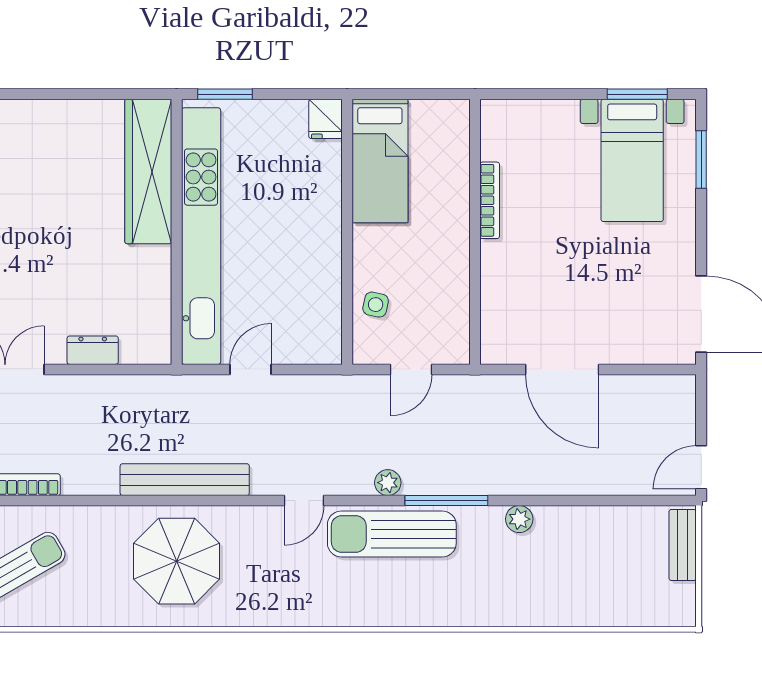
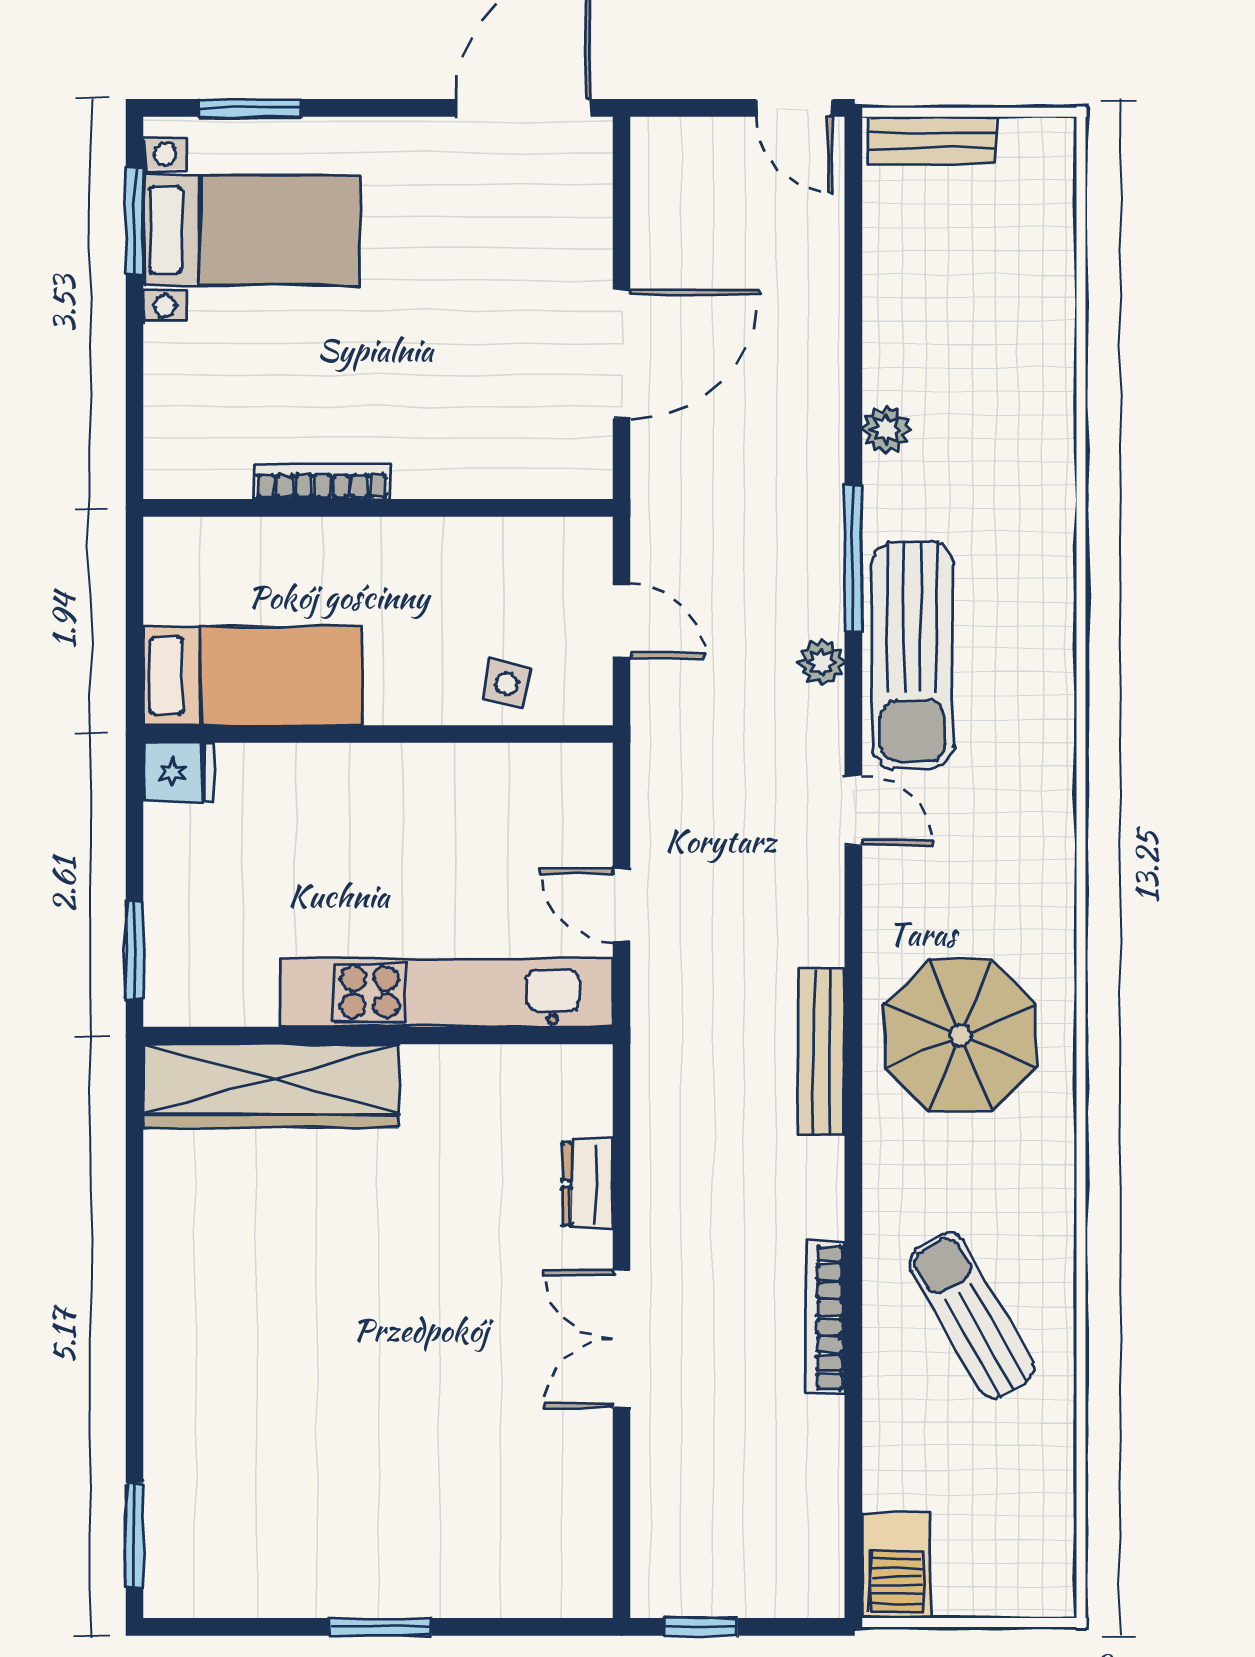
kitchen unit: (201, 236) -> (446, 992), width x0.73
bench: (185, 480) -> (821, 1052), width x0.73, depth x0.82

